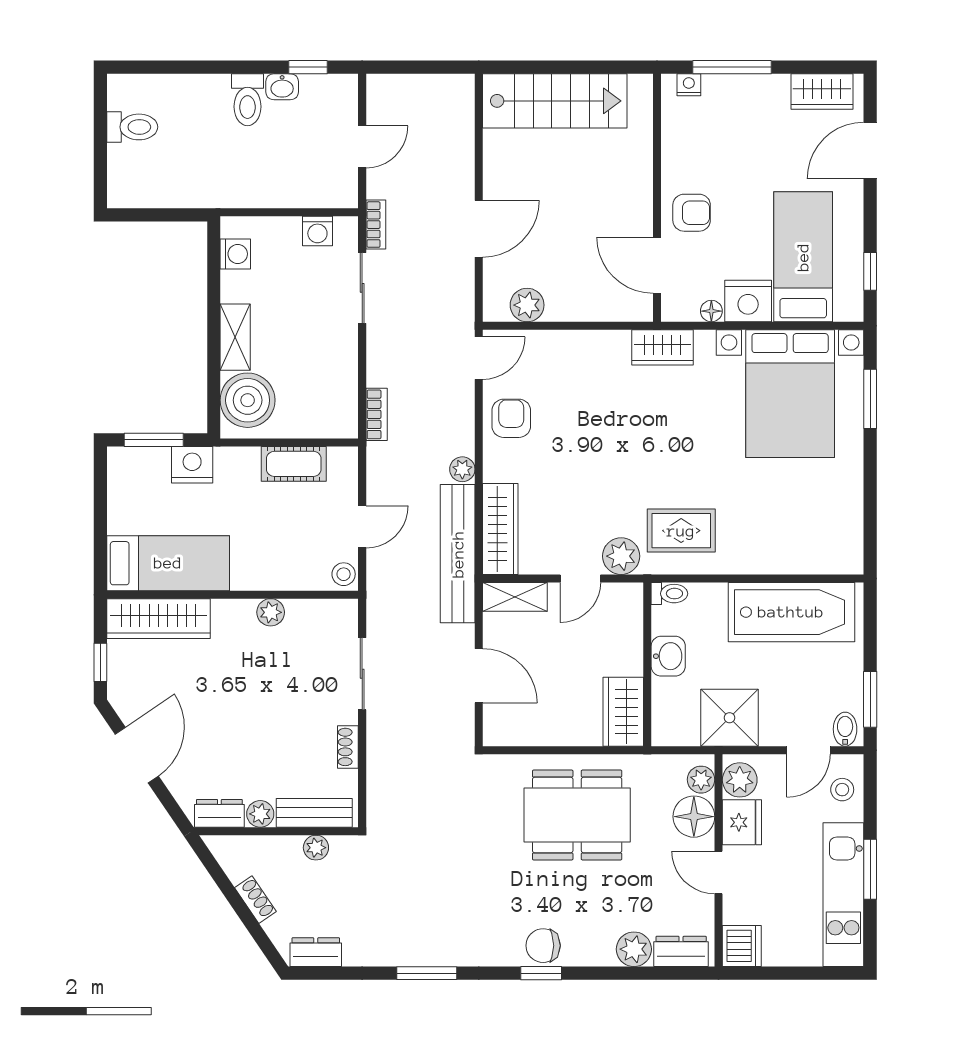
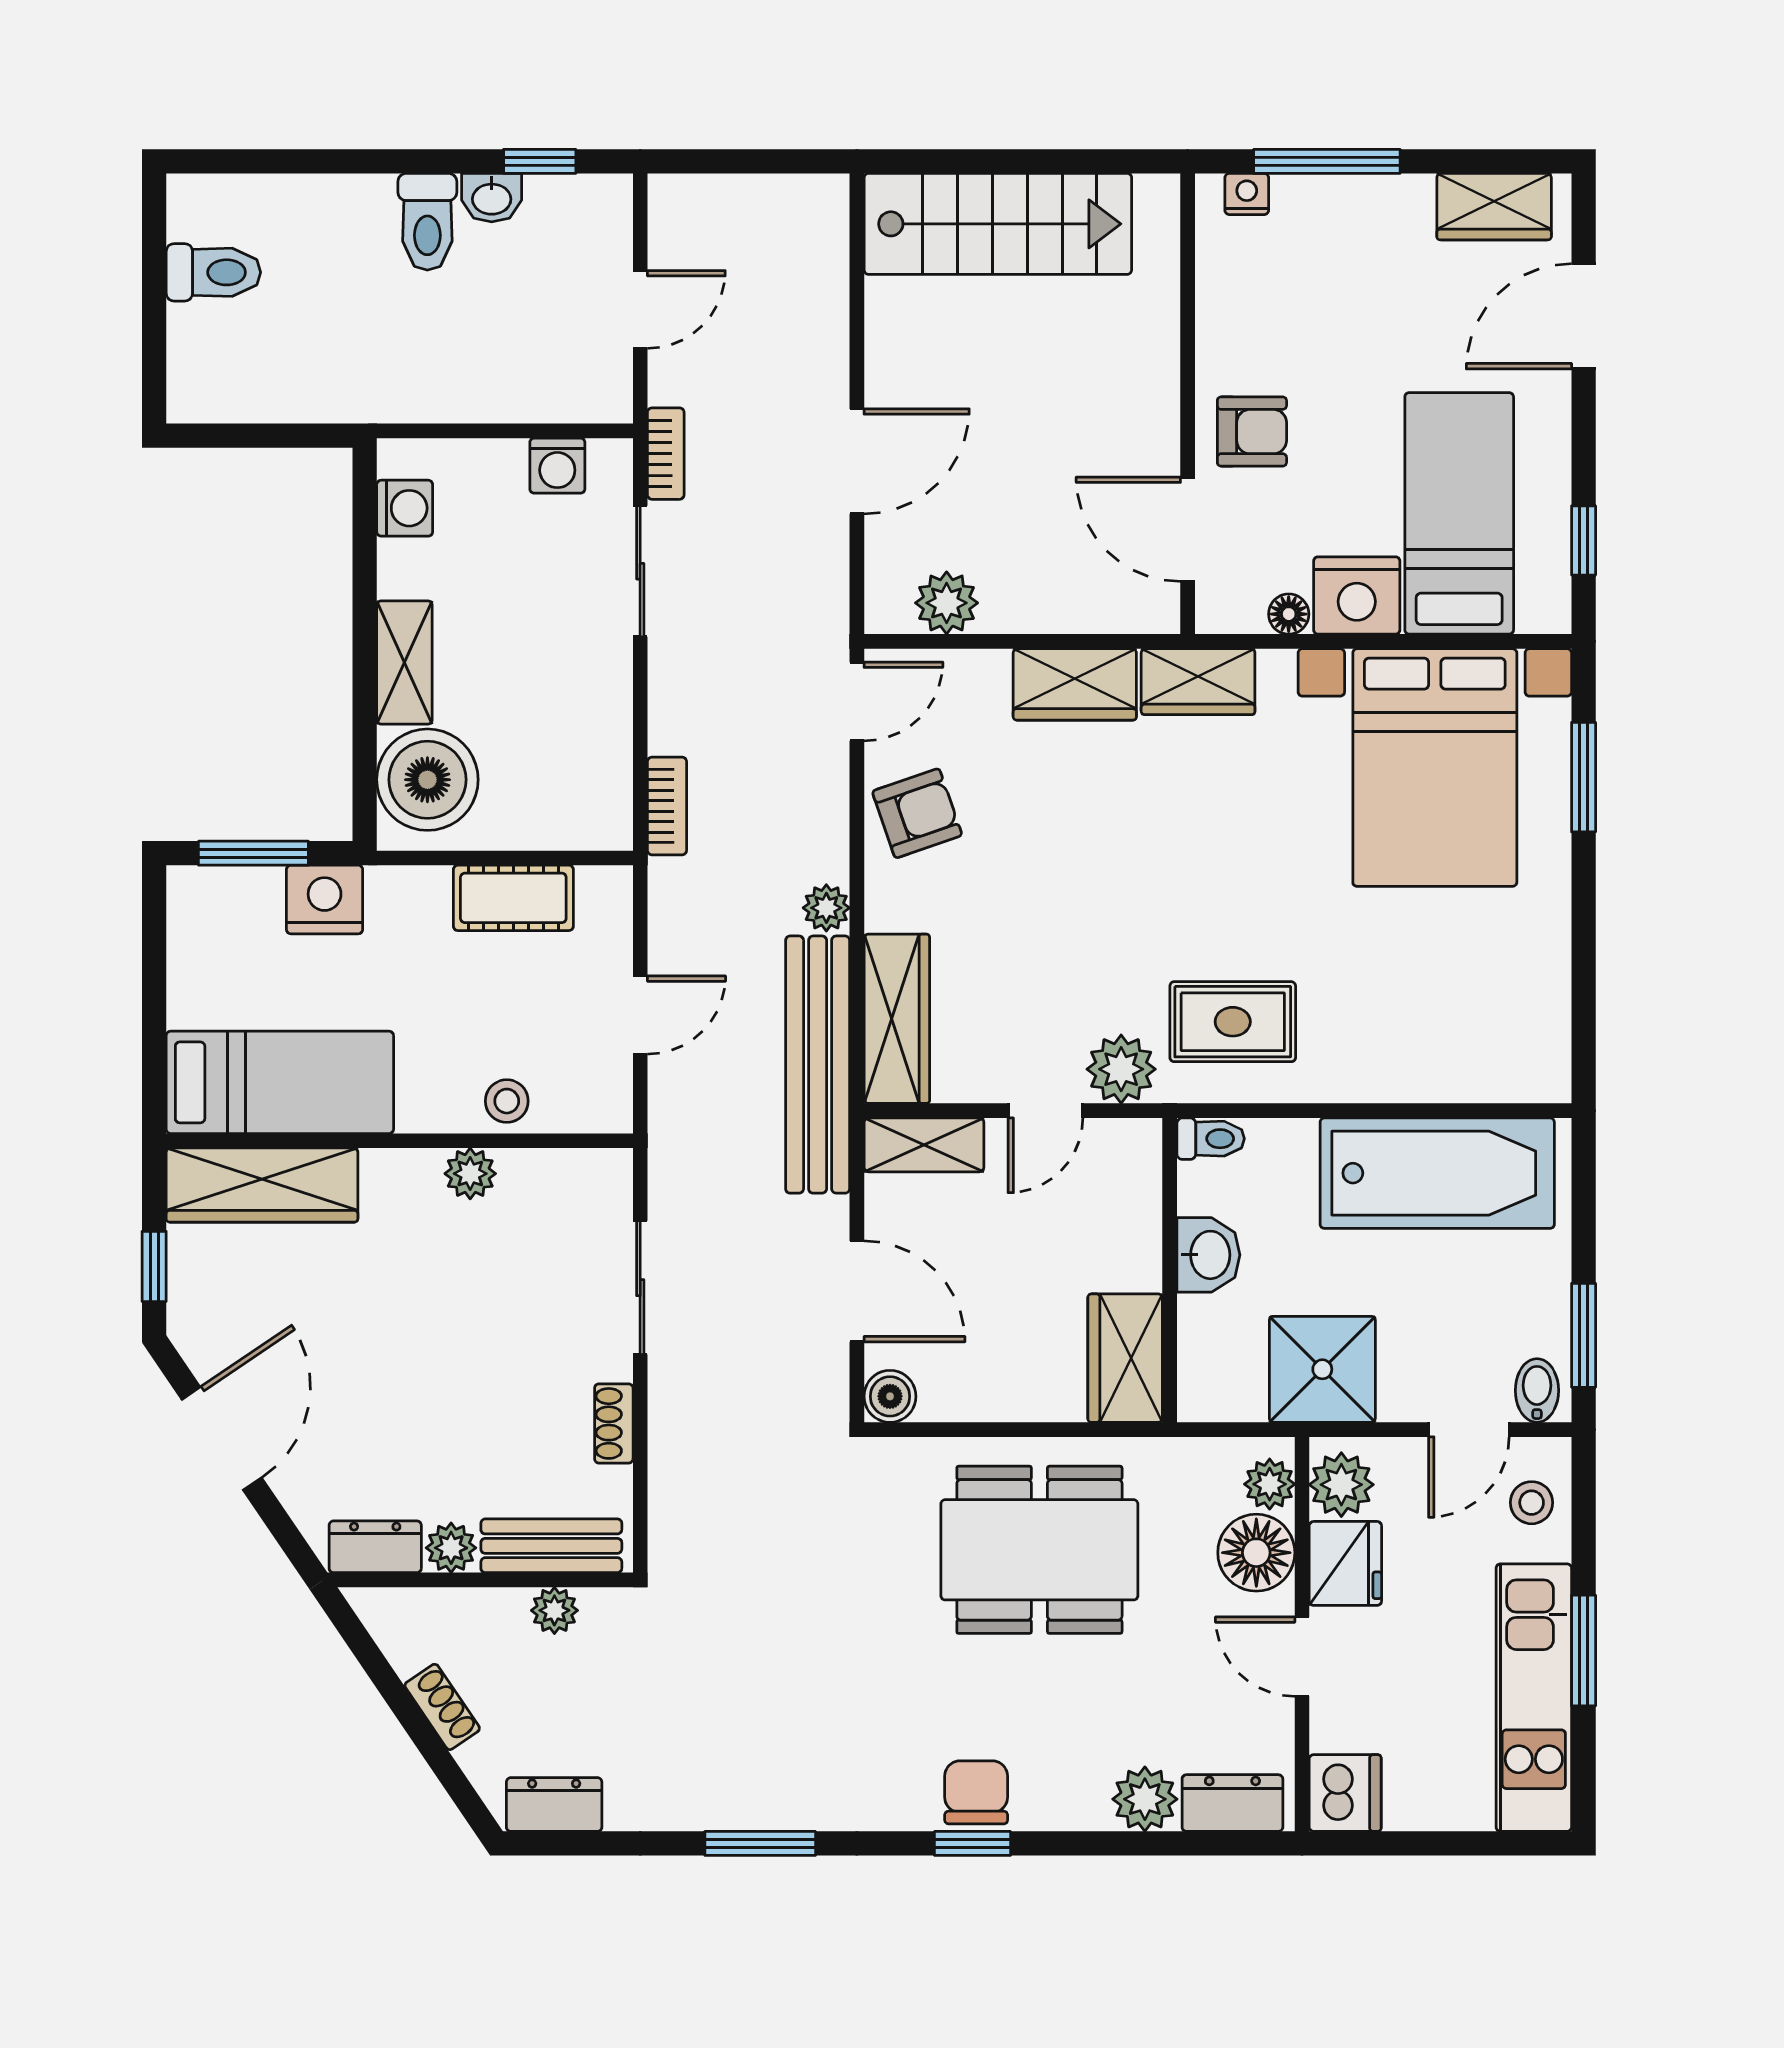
wardrobe: (596, 349) -> (1075, 684), added
armchair: (511, 418) -> (917, 813), turned 71
stool: (344, 574) -> (507, 1101), moved
boiler: (497, 732) -> (890, 1396), added
chair: (543, 946) -> (976, 1792), turned 90

